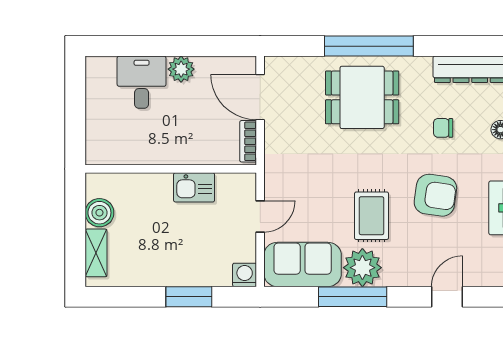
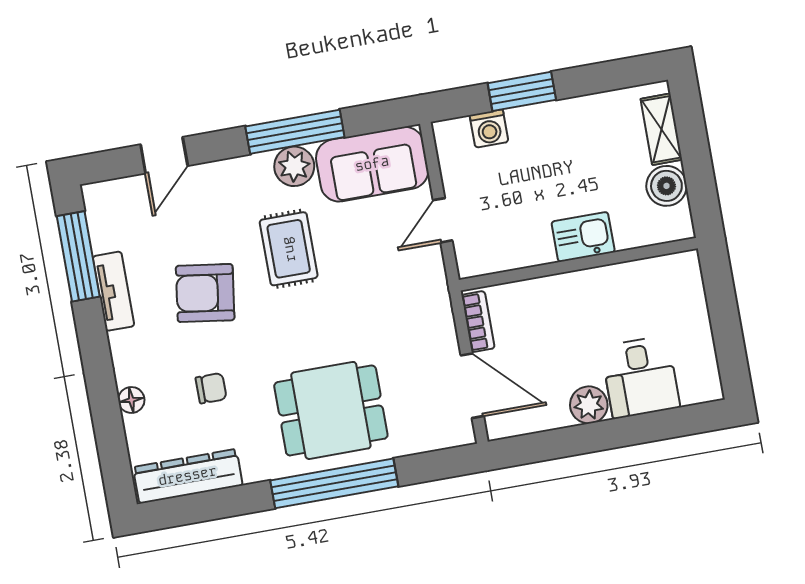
kitchen sink: (194, 187) -> (583, 237), moved
plant: (362, 268) -> (294, 166), width x0.73, depth x0.73
washing machine: (245, 275) -> (489, 128), moved

